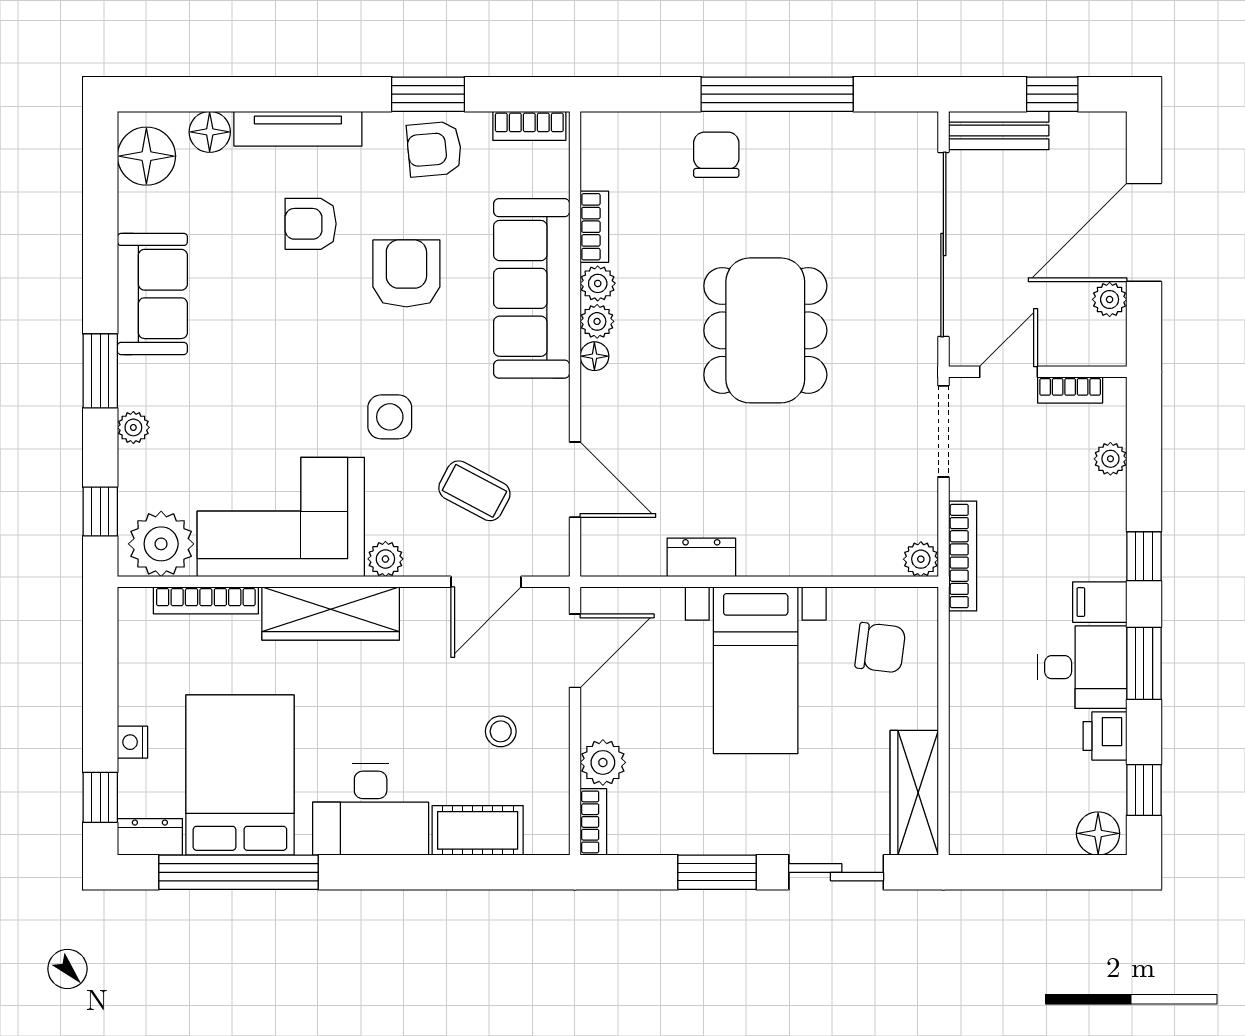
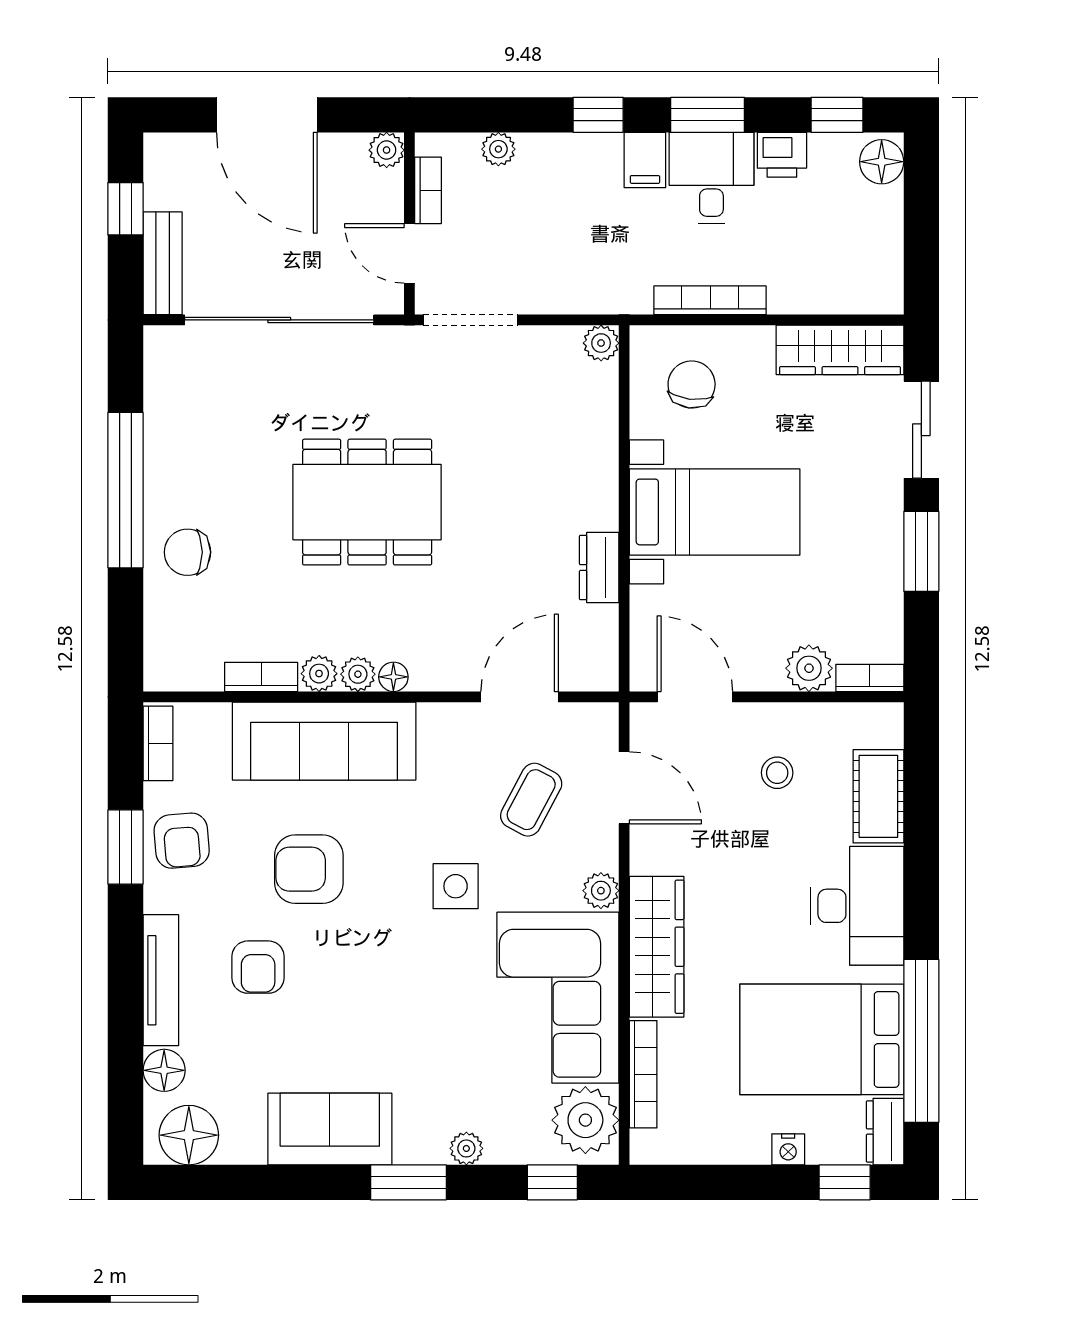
plant: (1110, 299) -> (387, 150), moved
bookcase: (963, 556) -> (710, 300), moved

